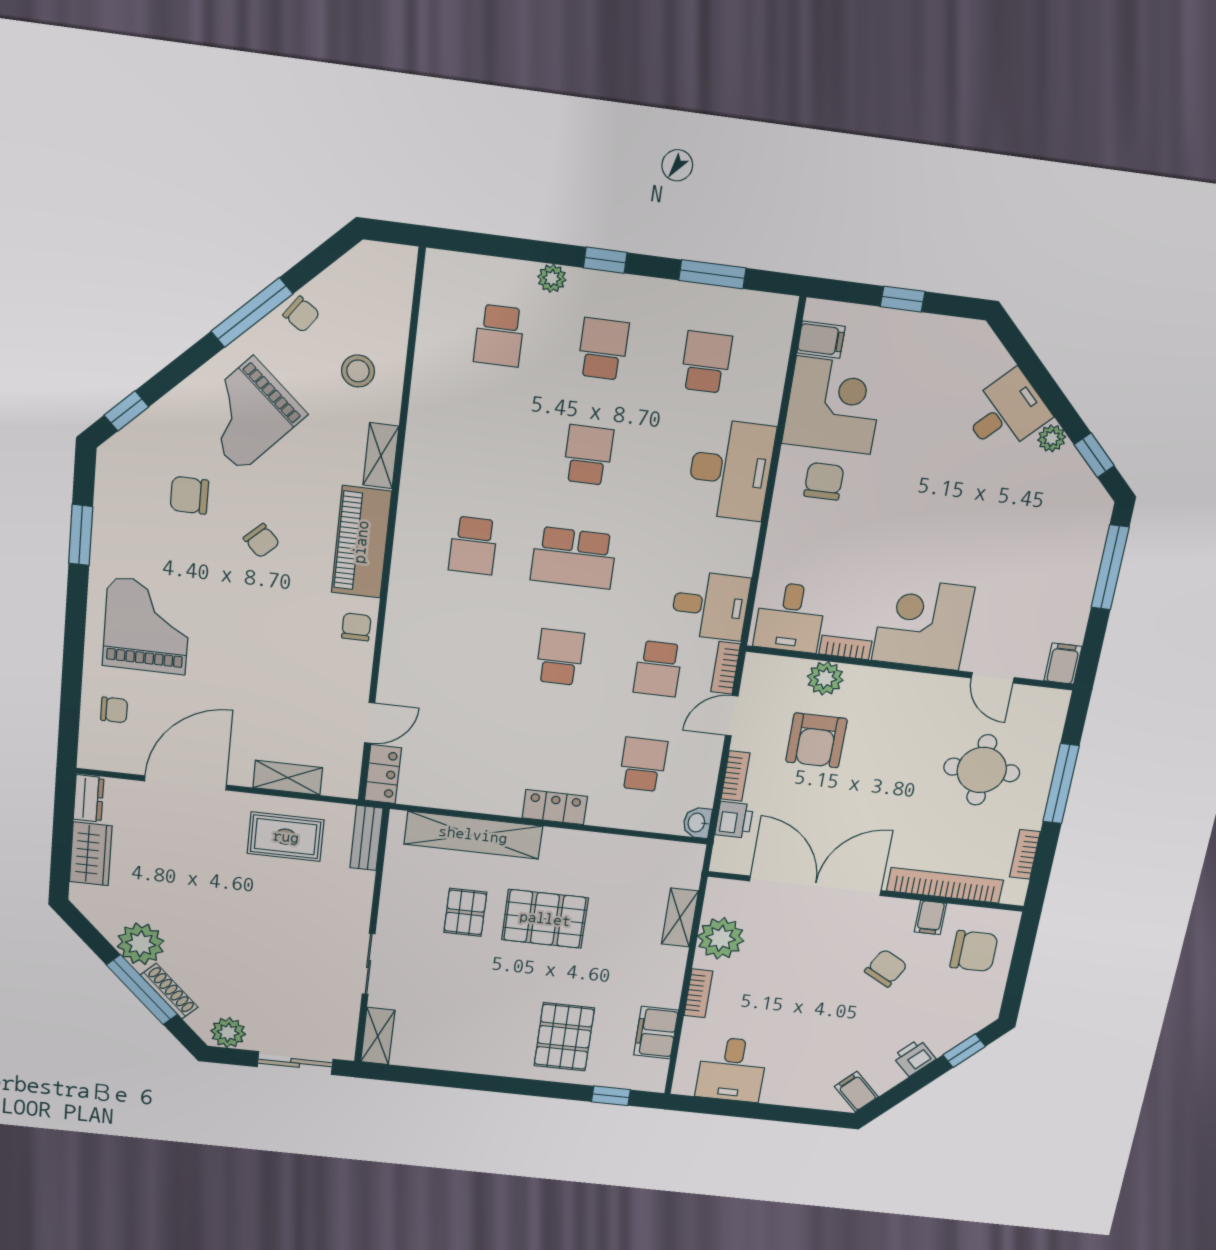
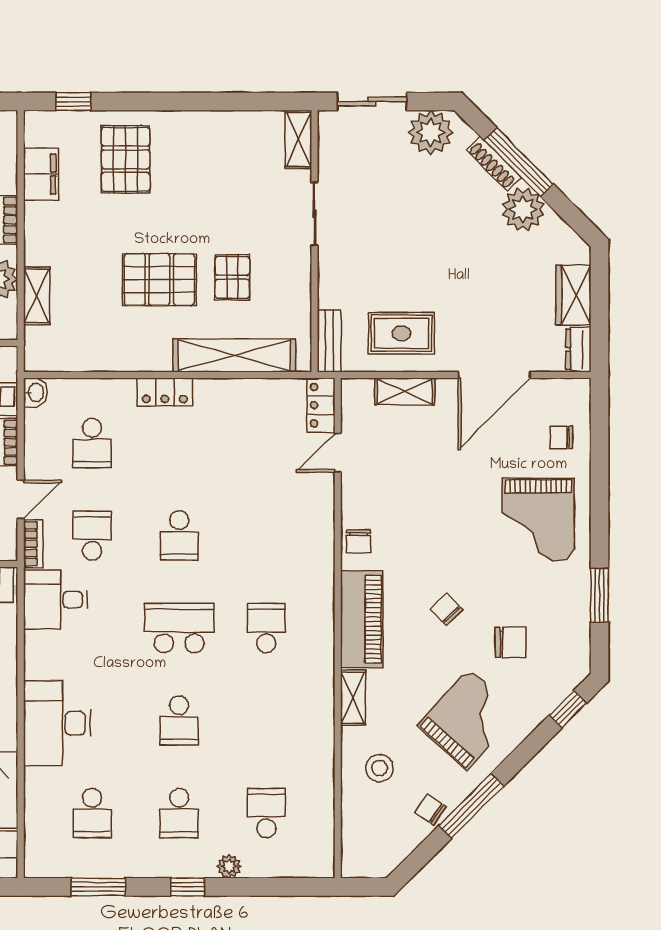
plant: (228, 1033) -> (431, 132), width x1.36, depth x1.36

